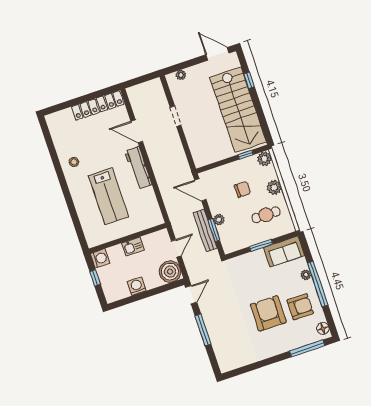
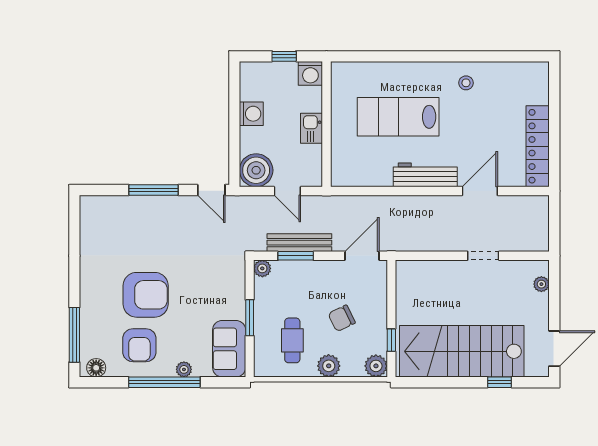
chair: (242, 189) -> (342, 318), turned 64
plant: (219, 220) -> (262, 268), moved

